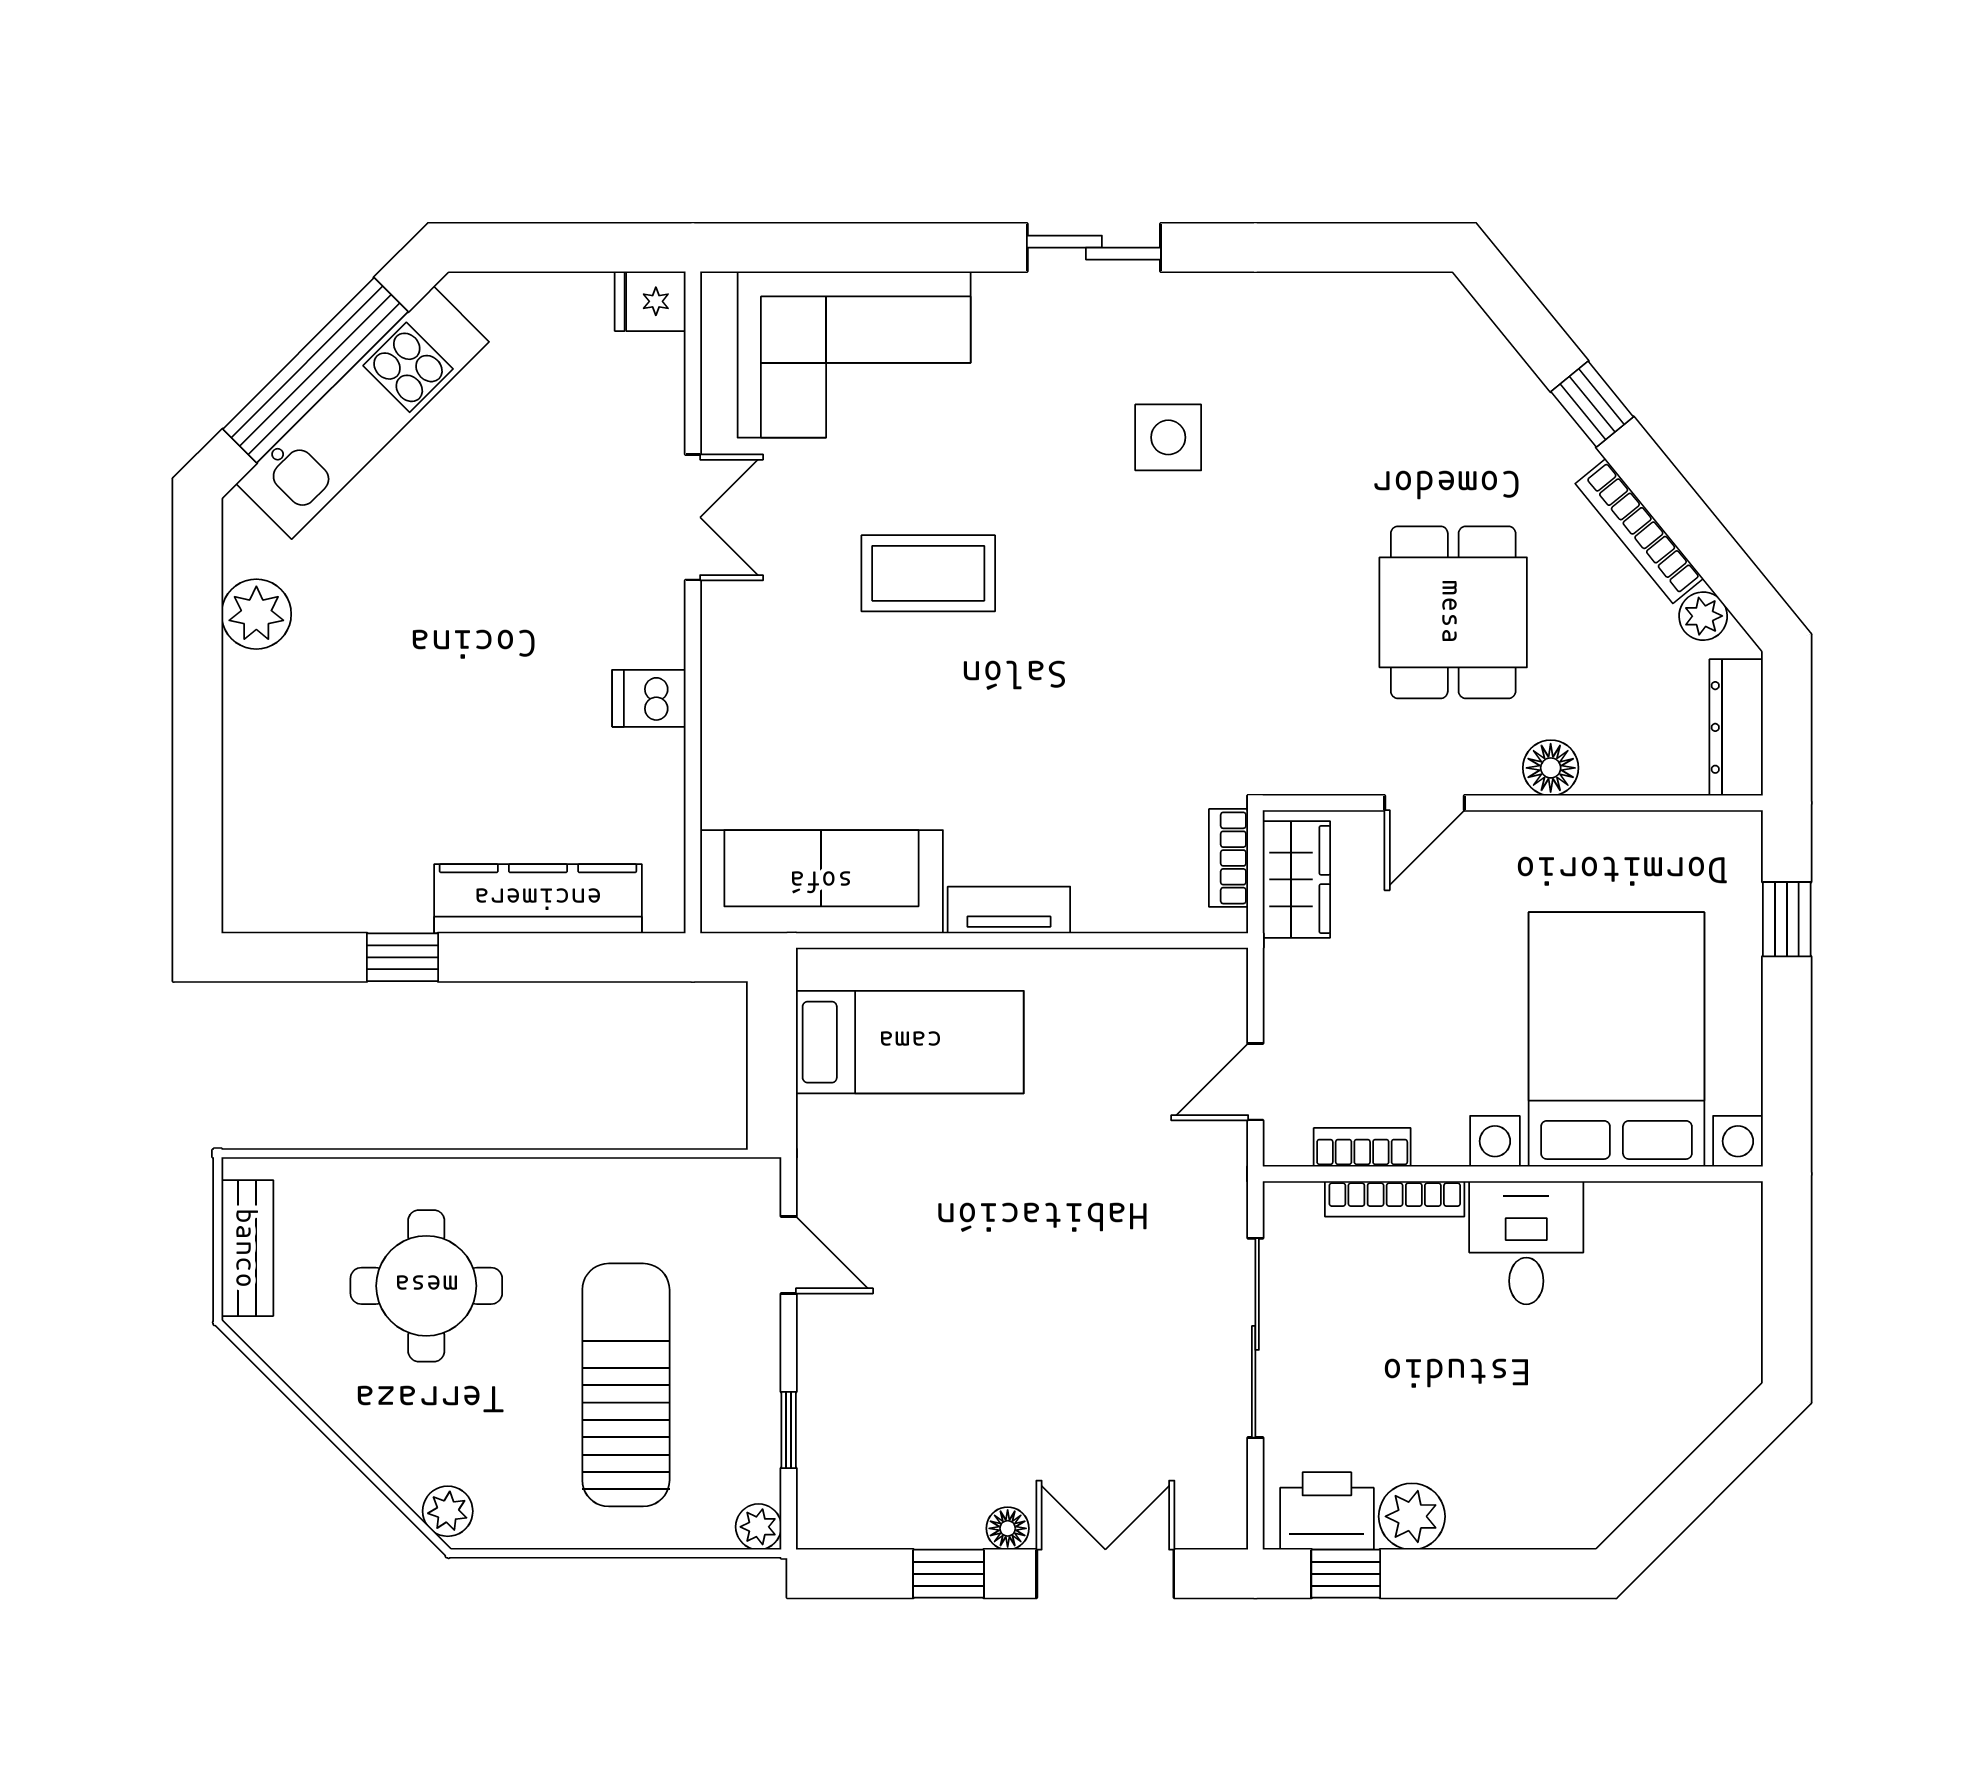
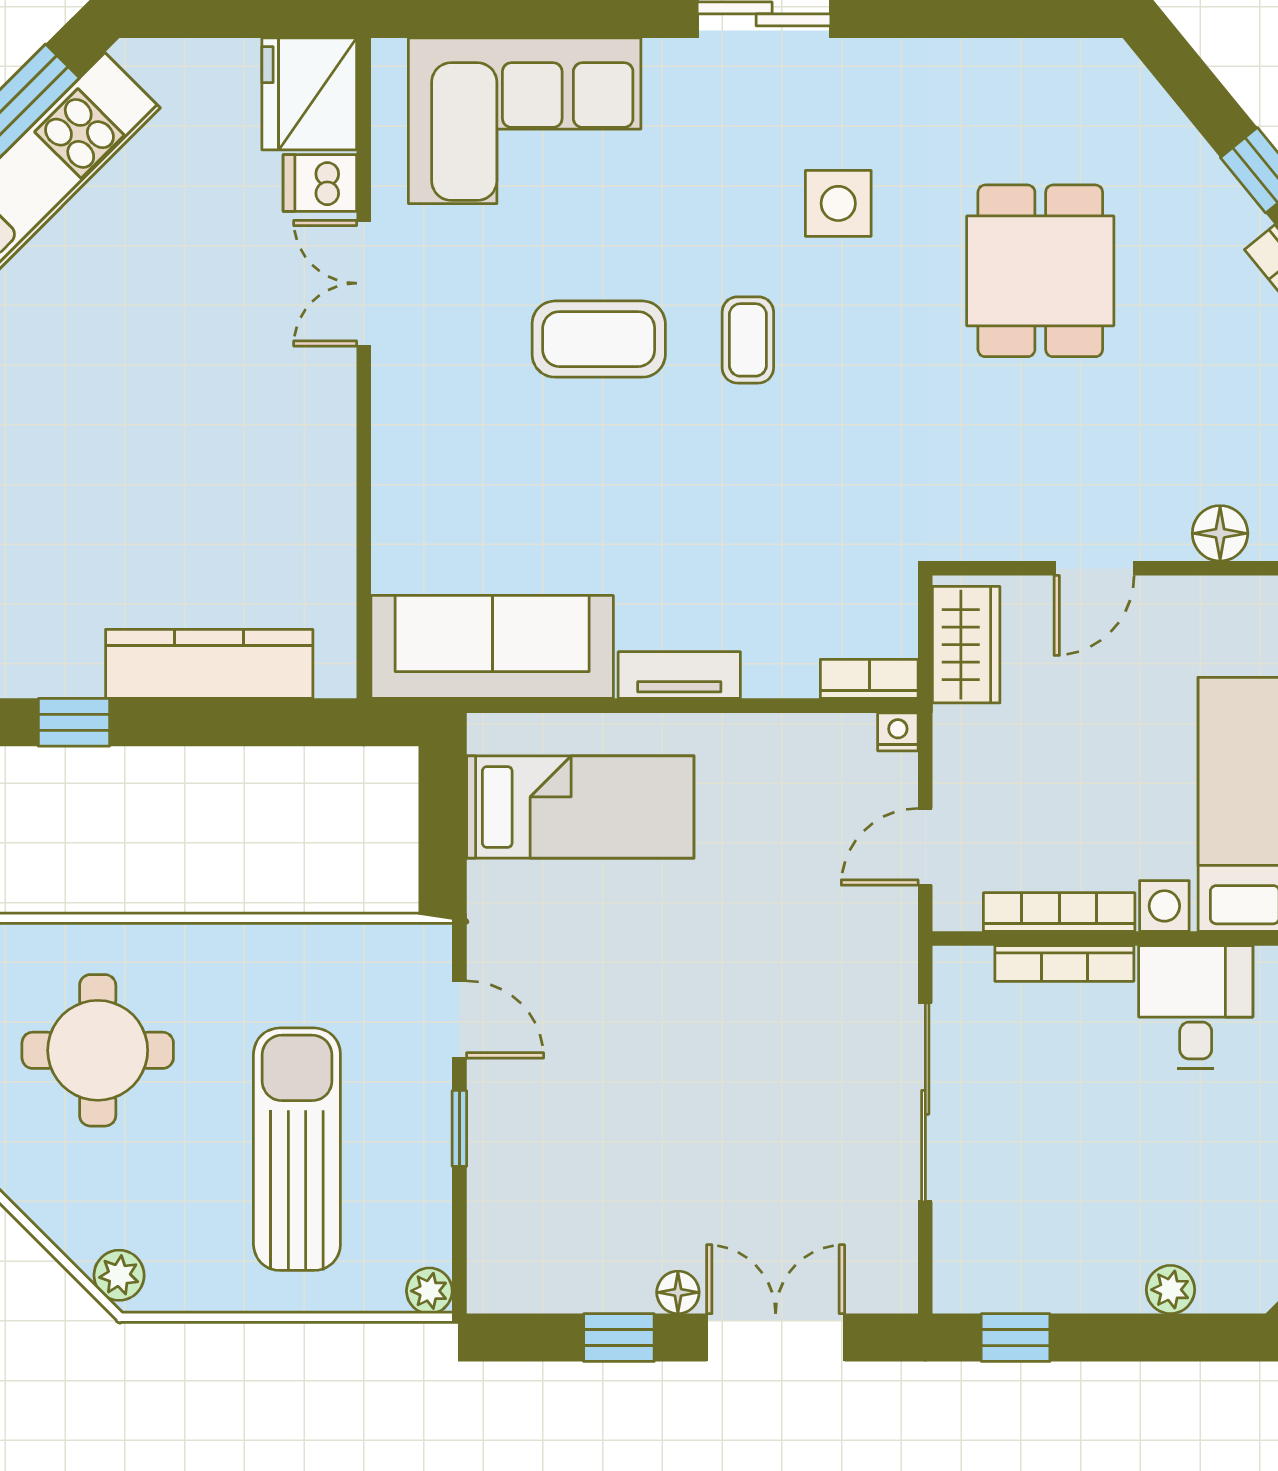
fridge: (650, 301) -> (309, 94), width x1.88, depth x1.34
double door: (693, 517) -> (364, 283), swing flipped
coffee table: (1078, 574) -> (748, 340), added
dining table: (1453, 612) -> (1040, 271), moved
dishwasher: (649, 698) -> (320, 183), moved
bookcase: (1229, 858) -> (869, 679), moved, turned 90
nightstand: (1228, 967) -> (898, 732), added
bookcase: (1362, 1147) -> (1059, 912), width x1.56
window: (789, 1430) -> (459, 1128), moved
printer: (1327, 1511) -> (997, 1275), removed
plant: (1412, 1516) -> (1170, 1290), moved, width x0.73, depth x0.73

